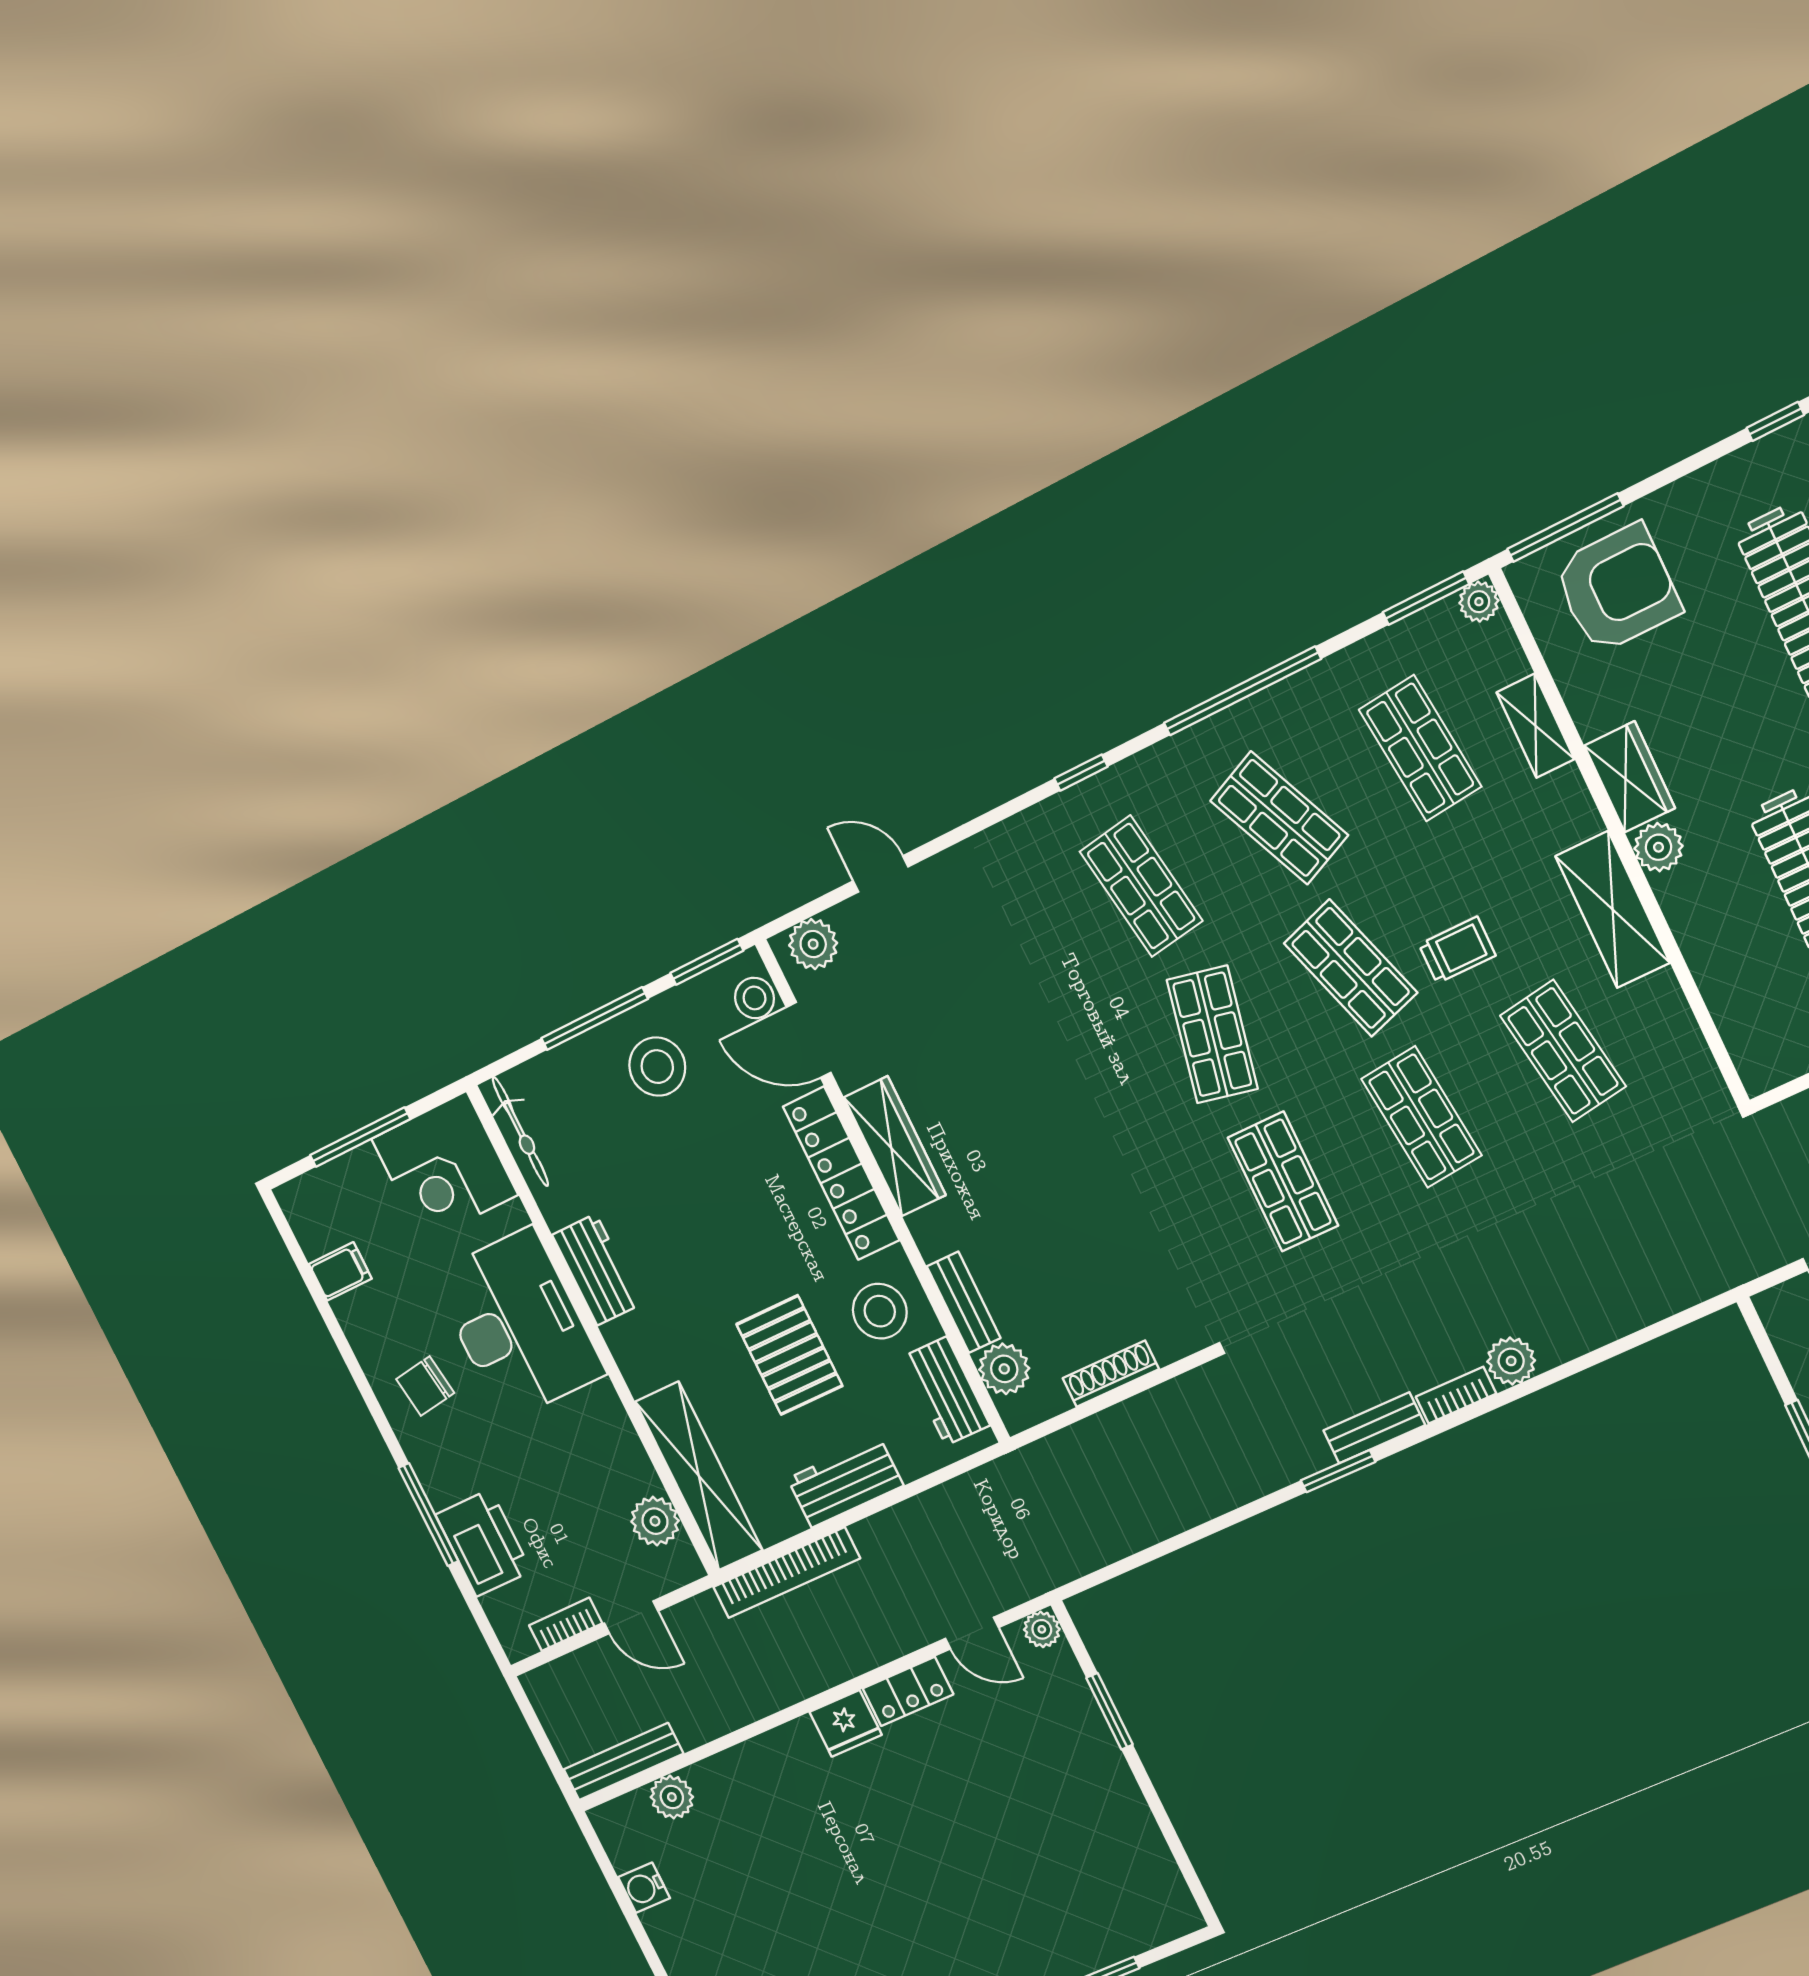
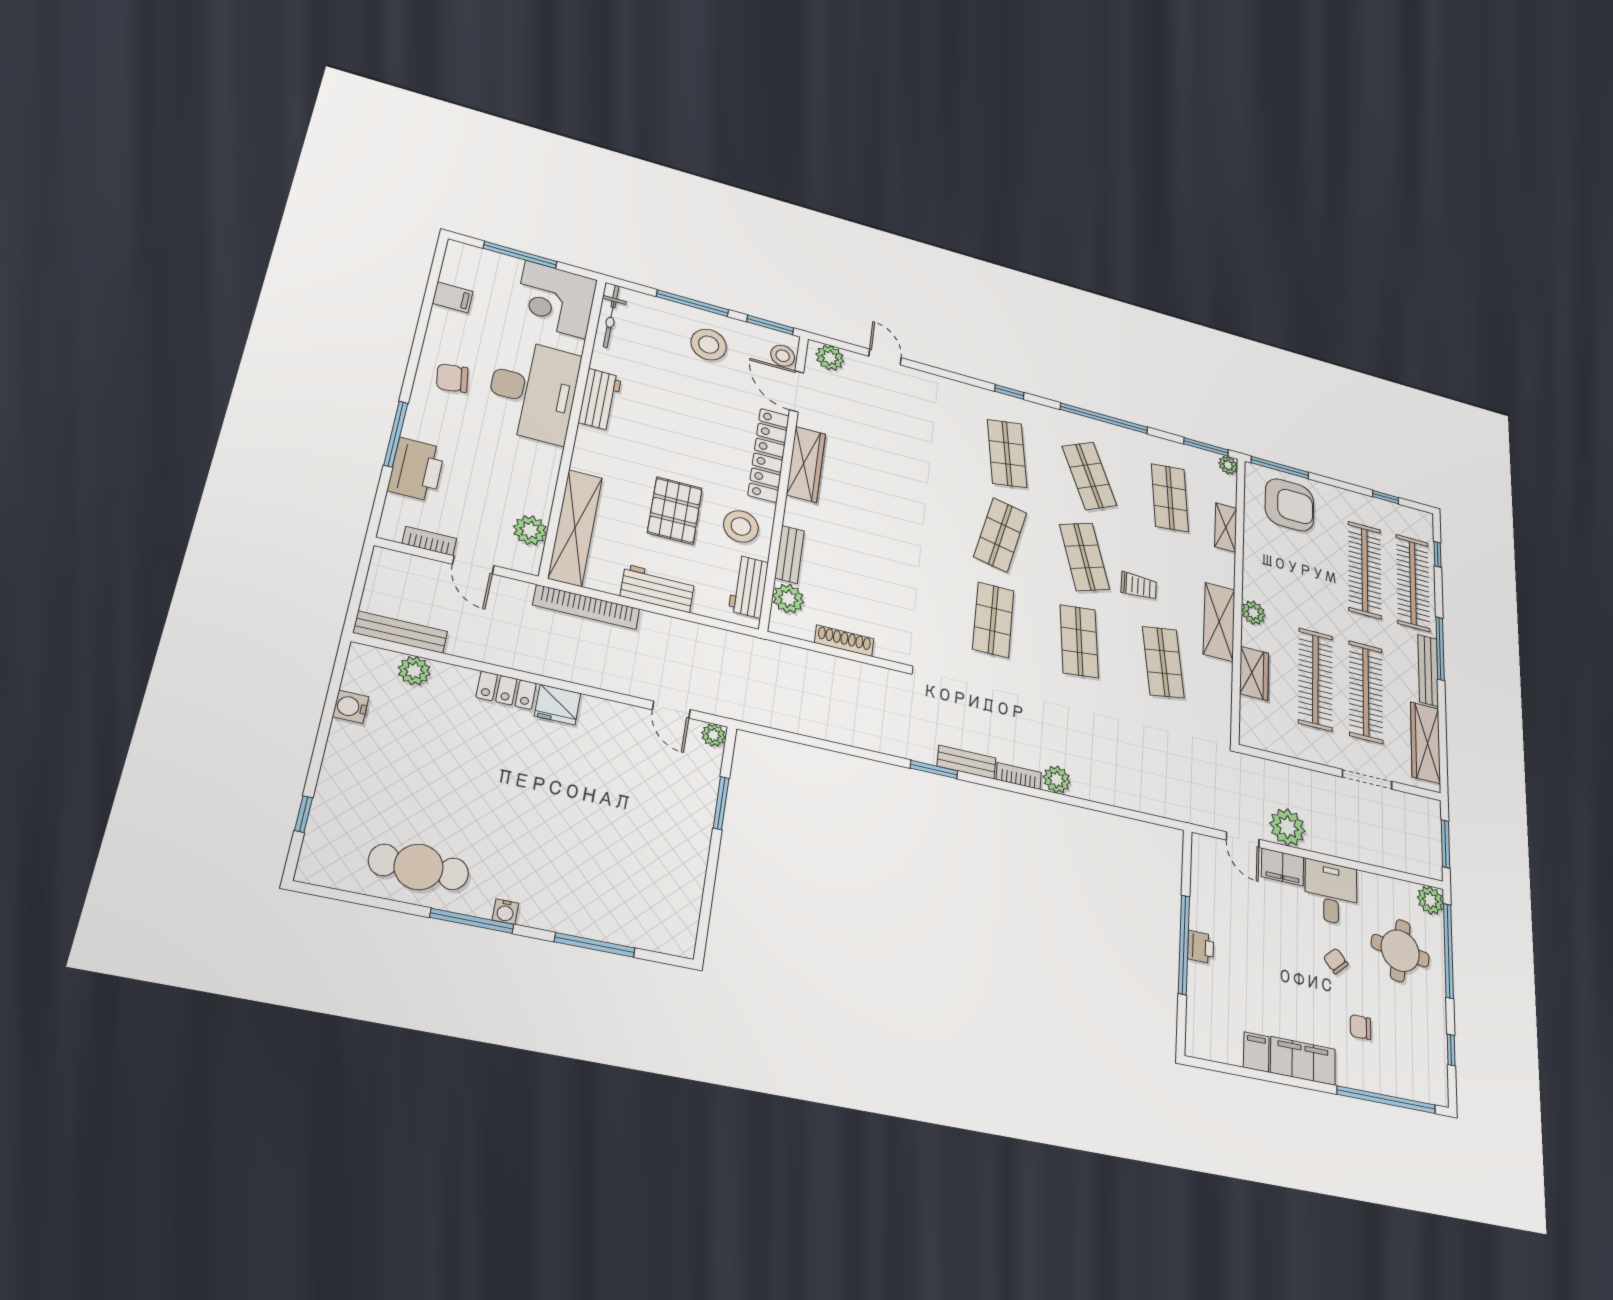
wardrobe: (1630, 777) -> (1254, 673), moved
locker: (908, 1691) -> (506, 690), moved

